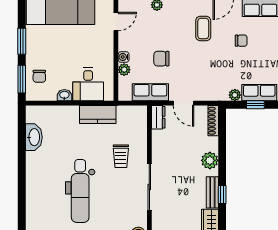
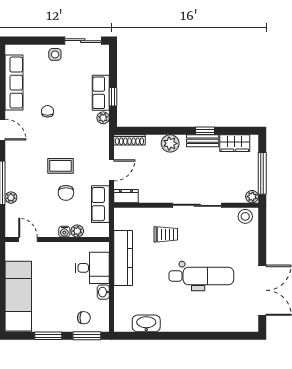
coffee table: (203, 29) -> (60, 166), moved
kitchen counter: (98, 114) -> (123, 258), width x1.50

